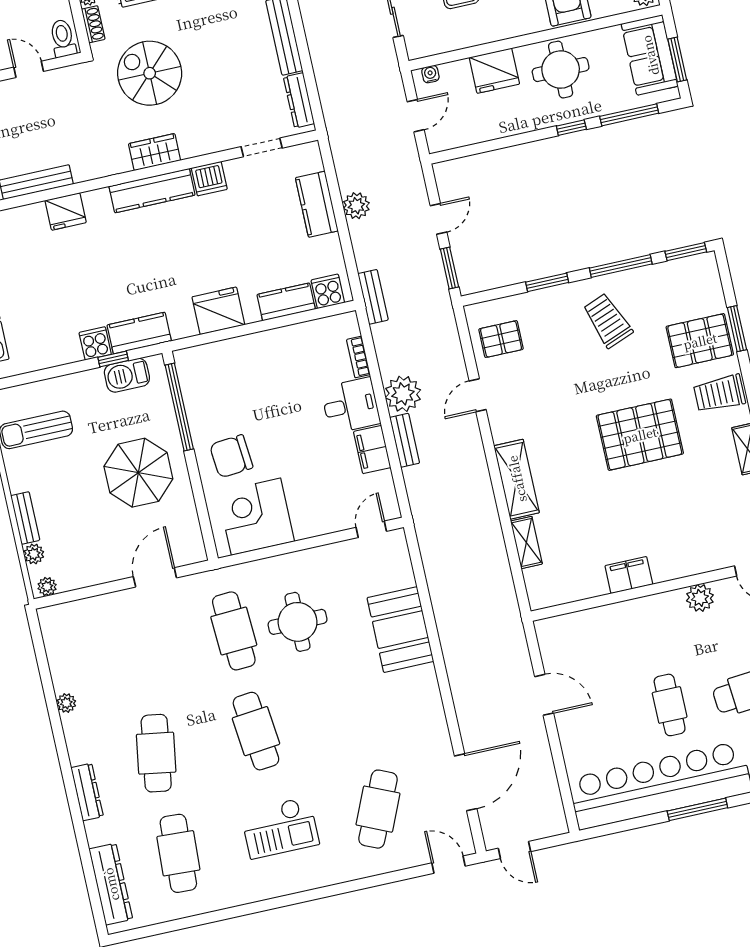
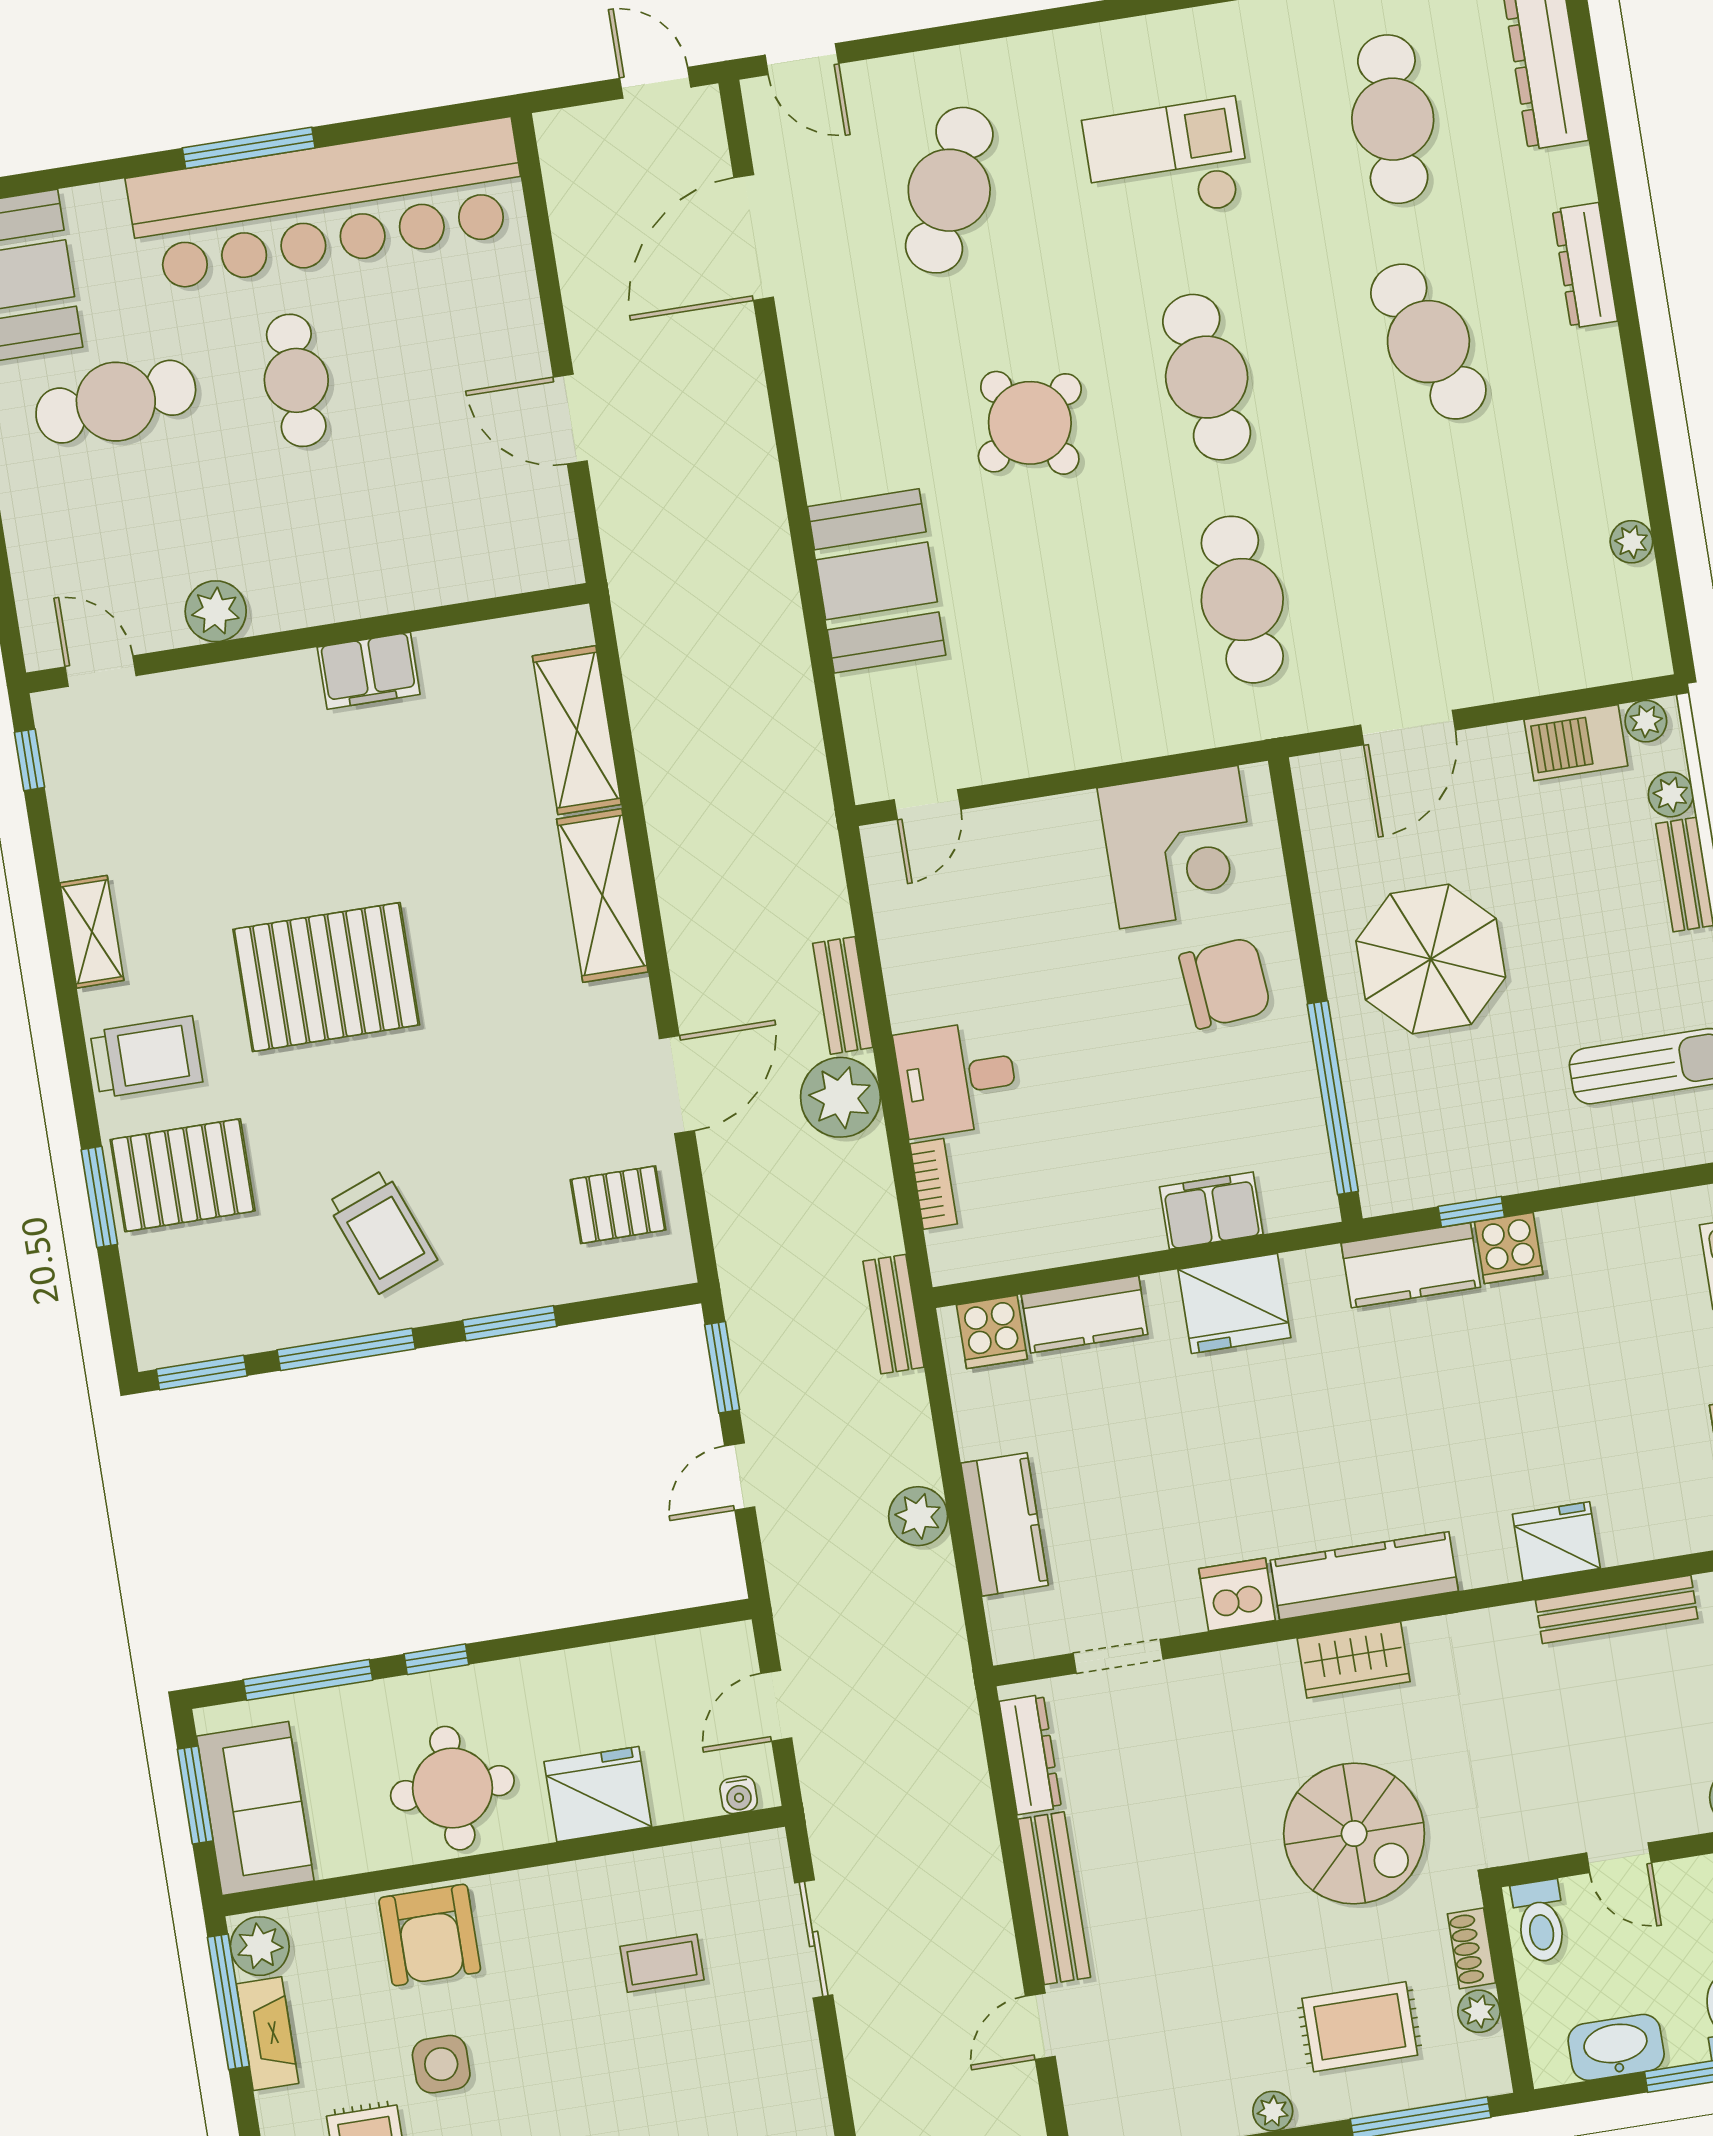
barbecue: (127, 375) -> (1576, 743), moved, turned 180
door: (478, 395) -> (677, 1085), width x1.38
filing cabinet: (372, 450) -> (1211, 1211), moved, turned -90
shelving: (526, 543) -> (577, 730), width x1.50, depth x1.33
round table: (298, 622) -> (1030, 423), moved, turned -34
plant: (66, 703) -> (1631, 542), moved
cafe table: (156, 753) -> (1428, 342), turned -30

